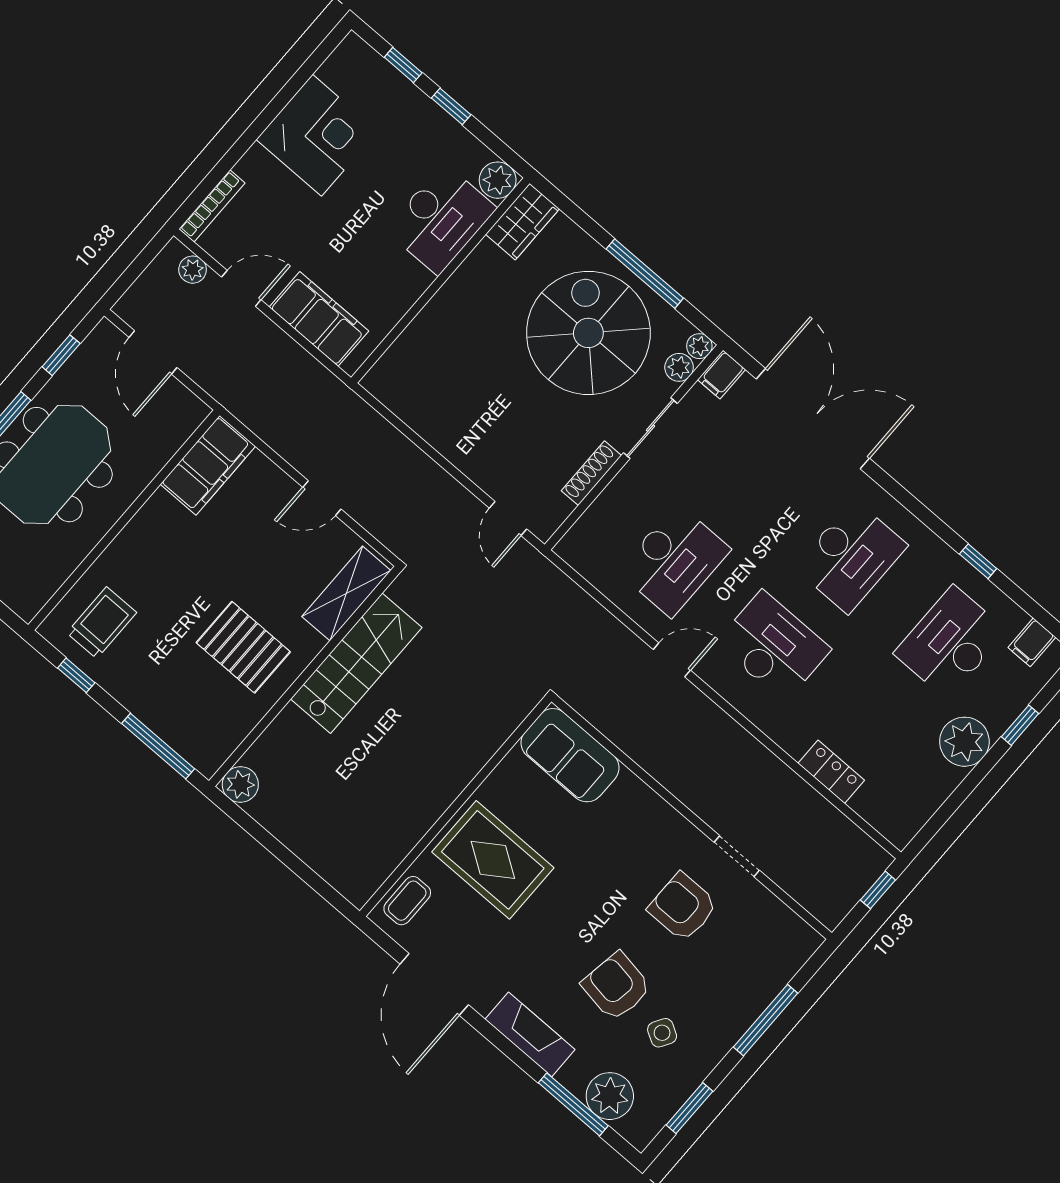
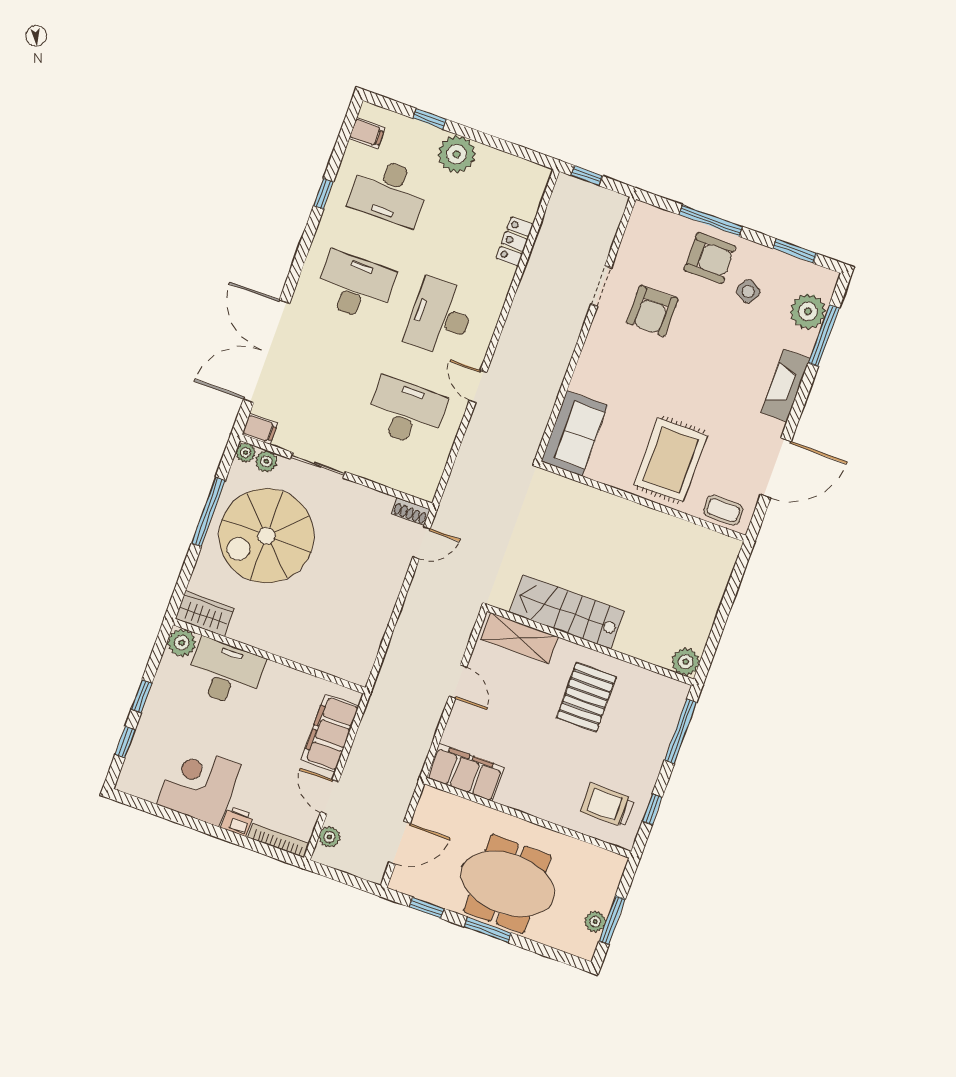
printer: (255, 165) -> (237, 821), added
shoe rack: (591, 473) -> (411, 511), moved, width x0.70
armchair: (616, 986) -> (710, 258), moved, turned -99

